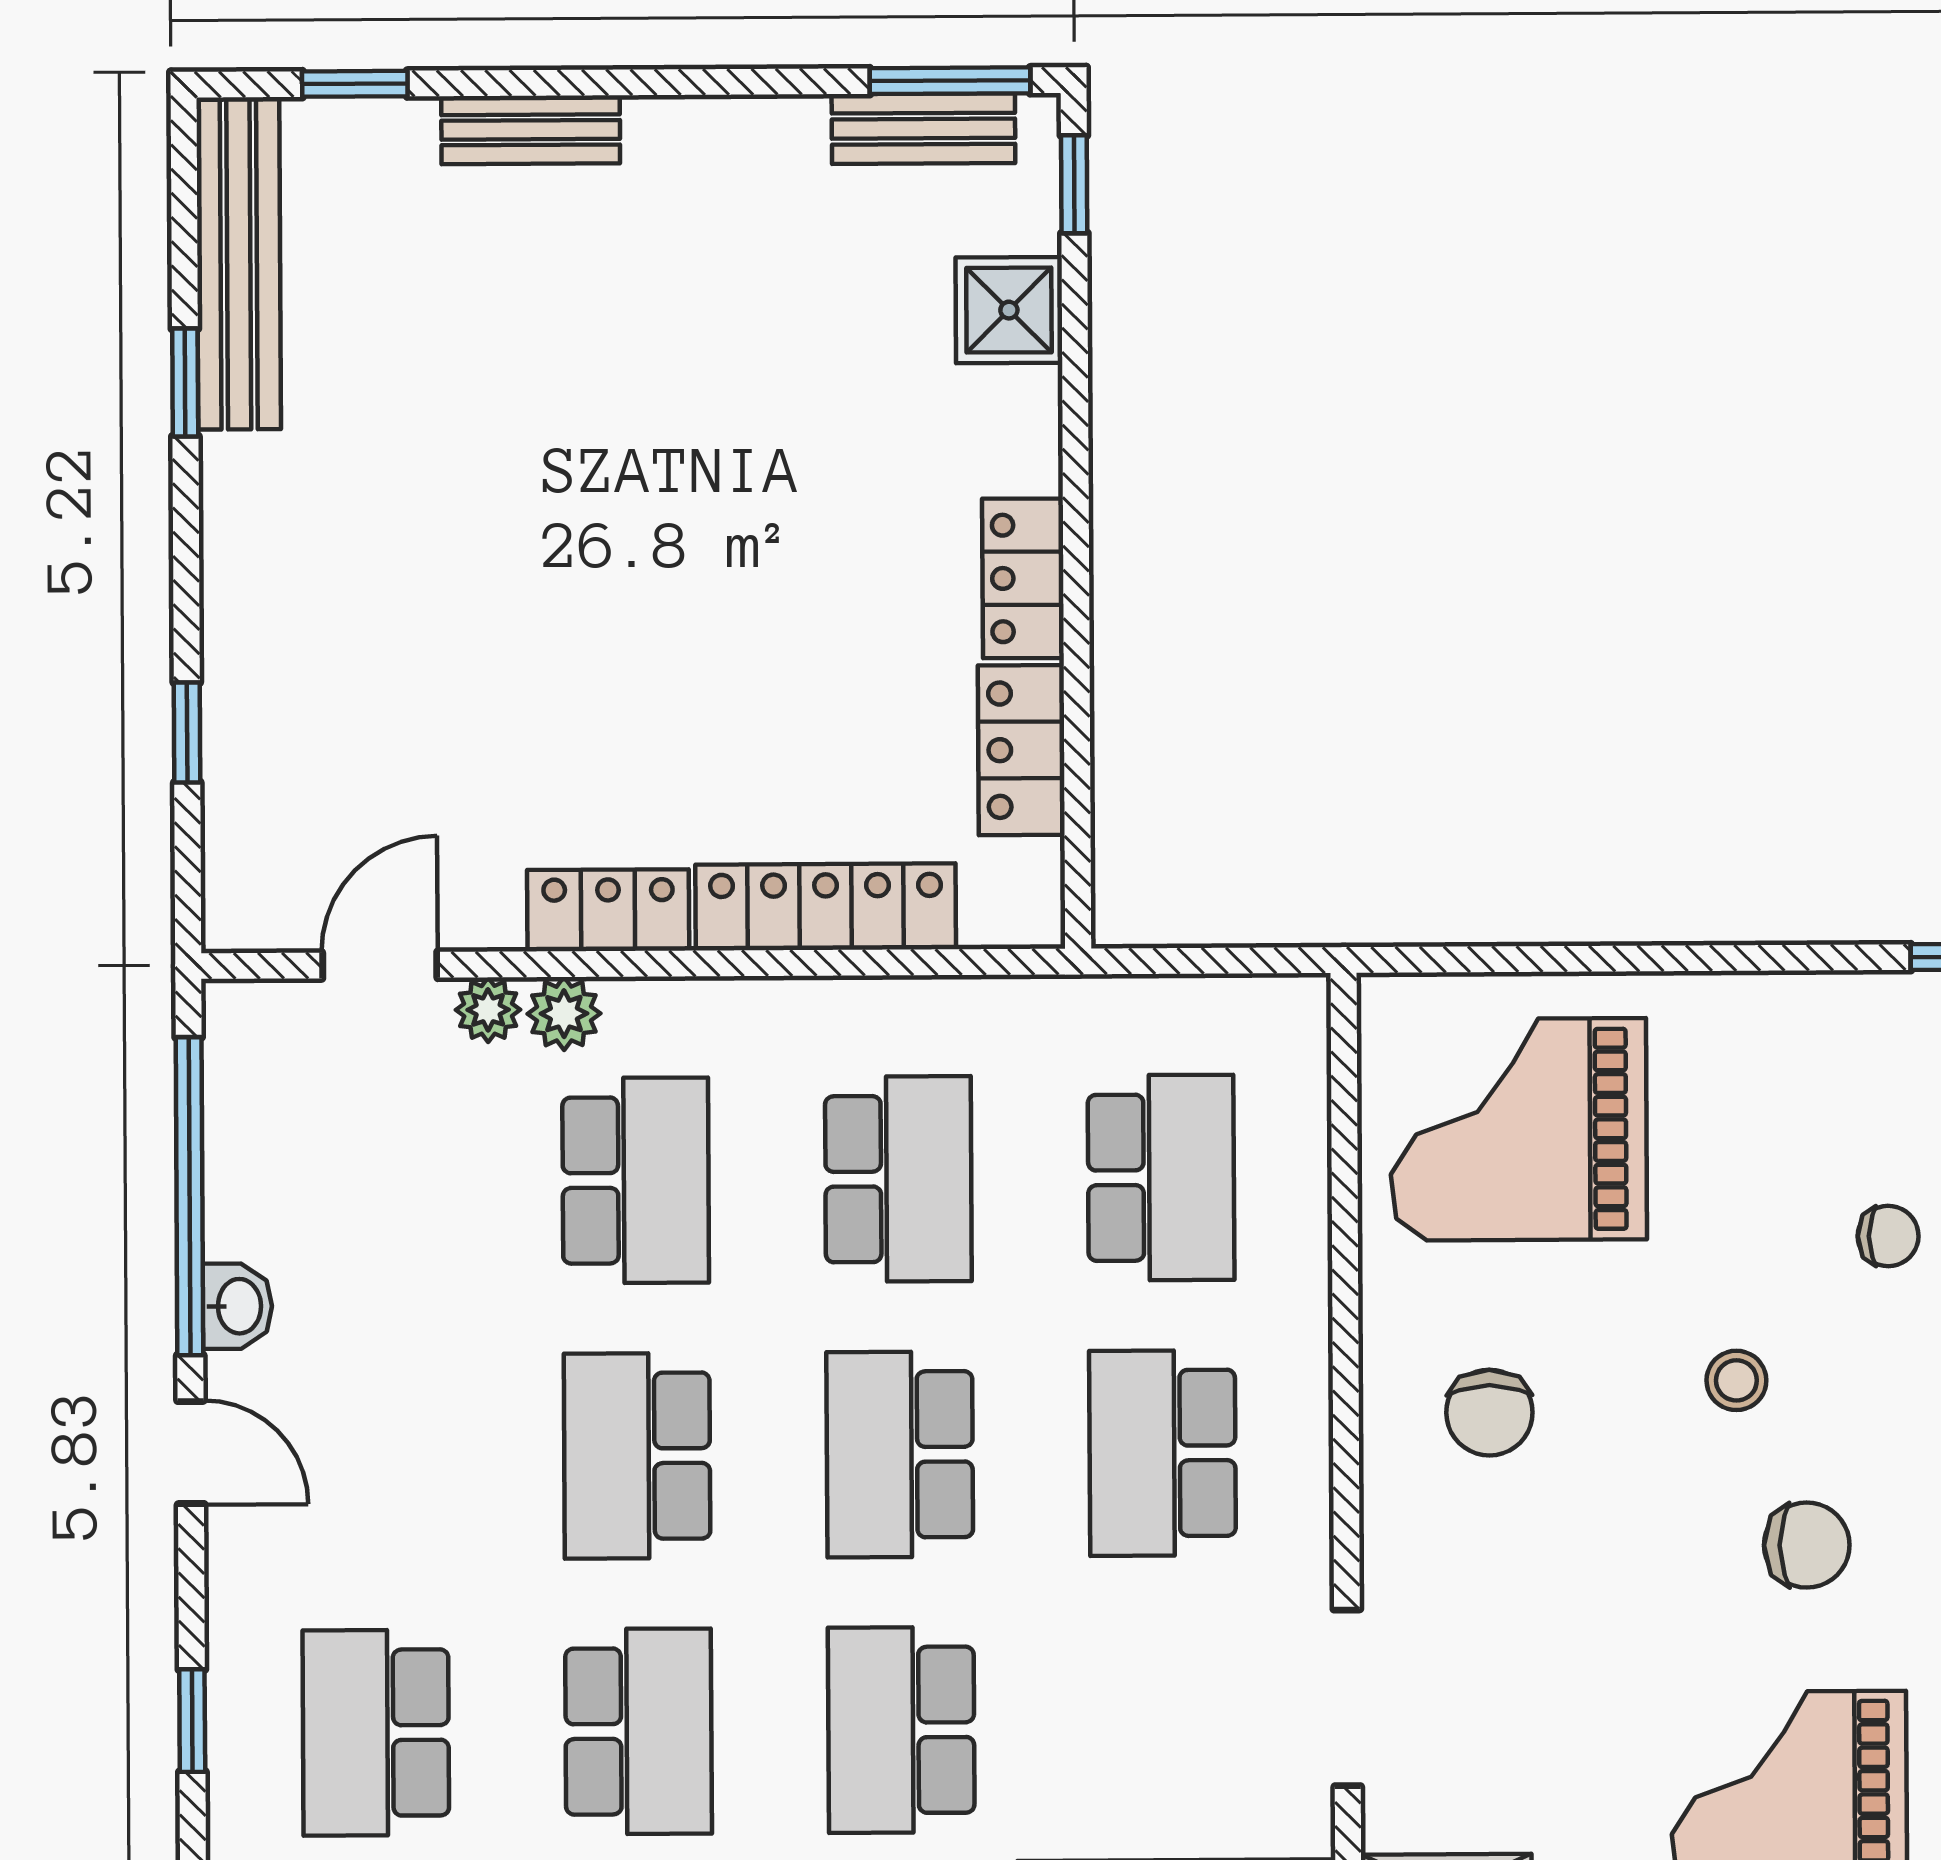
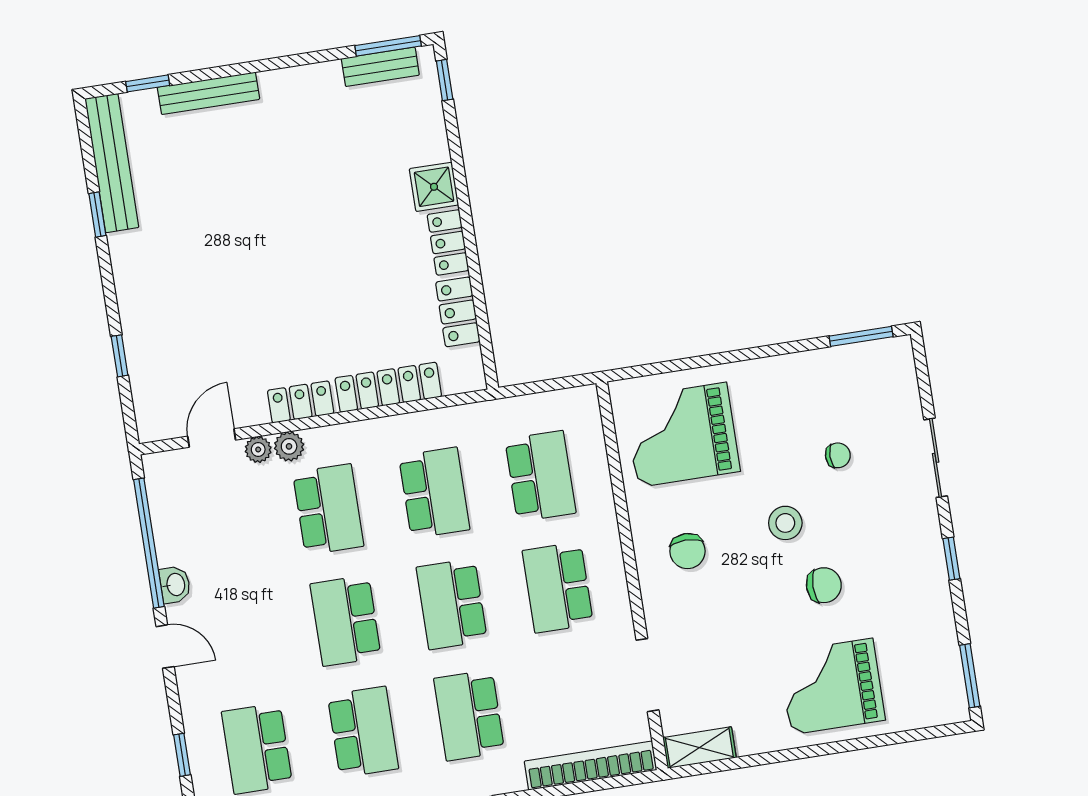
bench: (531, 130) -> (208, 93), width x1.36
shower: (1009, 310) -> (434, 187), moved
stool: (1736, 1380) -> (785, 523), width x1.37, depth x1.37

